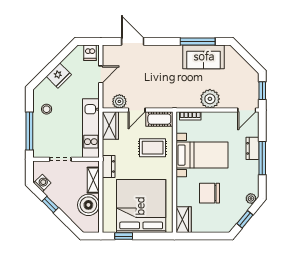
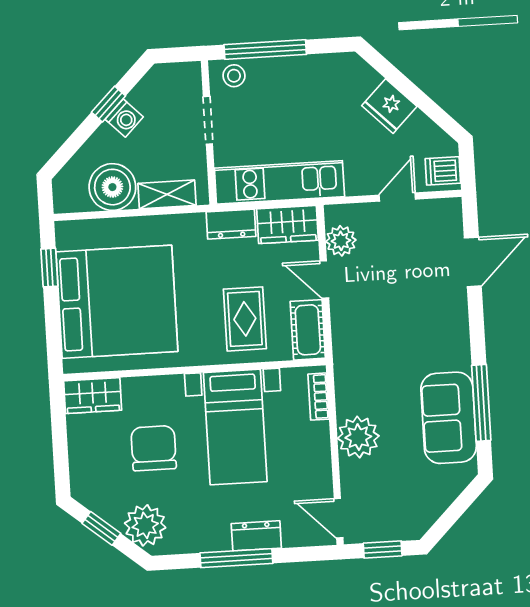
door: (101, 74) -> (397, 197), swing flipped
stool: (47, 109) -> (234, 76), moved
dresser: (109, 166) -> (231, 224), moved
washing machine: (42, 183) -> (124, 118), moved
plant: (251, 199) -> (145, 525), width x1.88, depth x1.88

